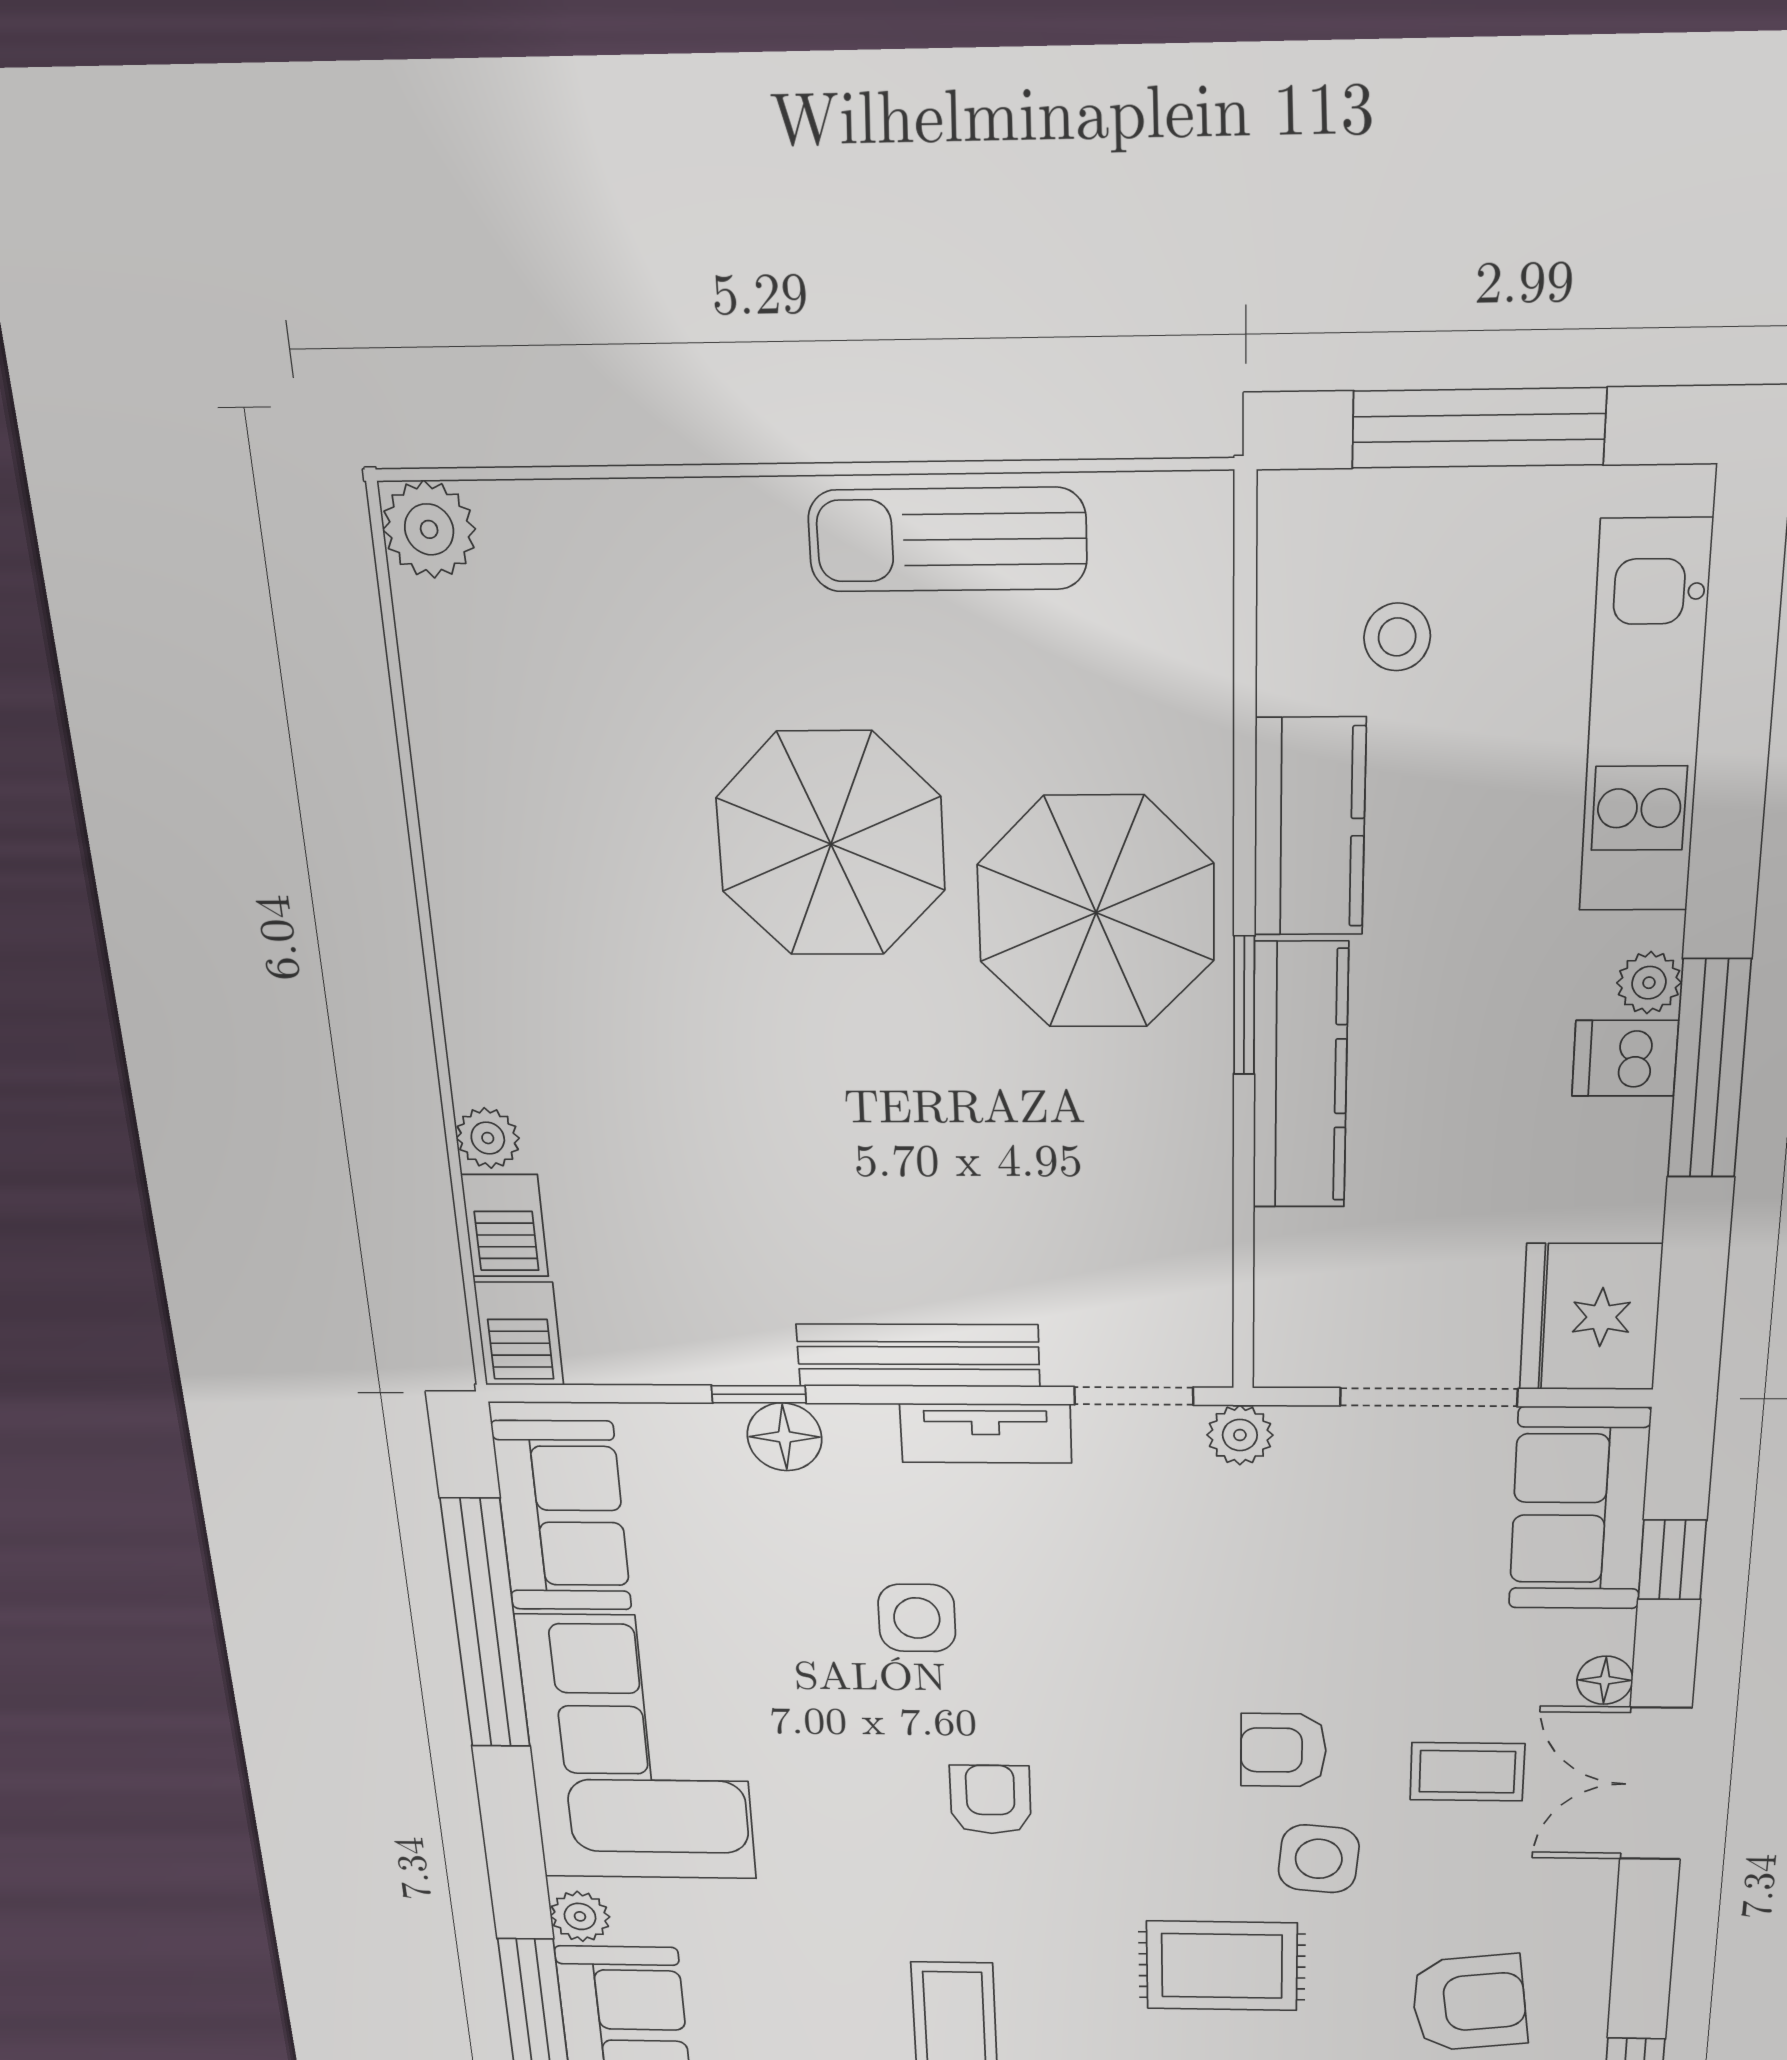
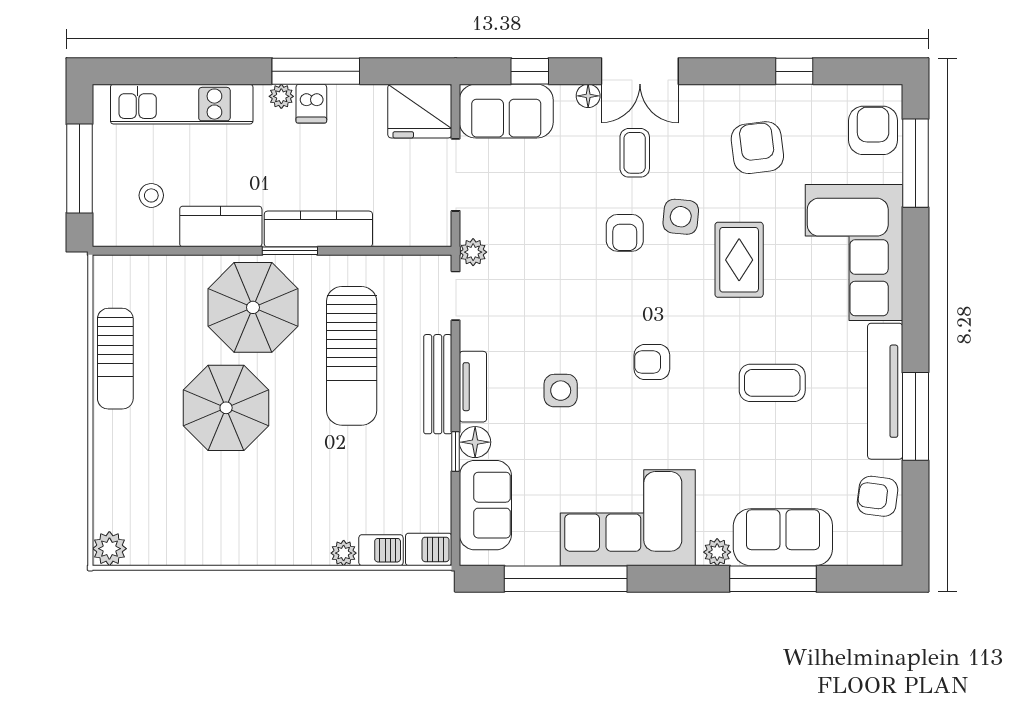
sun lounger: (979, 1157) -> (352, 356), added
tv unit: (986, 1433) -> (473, 387), moved
sofa: (562, 1516) -> (485, 505), moved, turned 90

